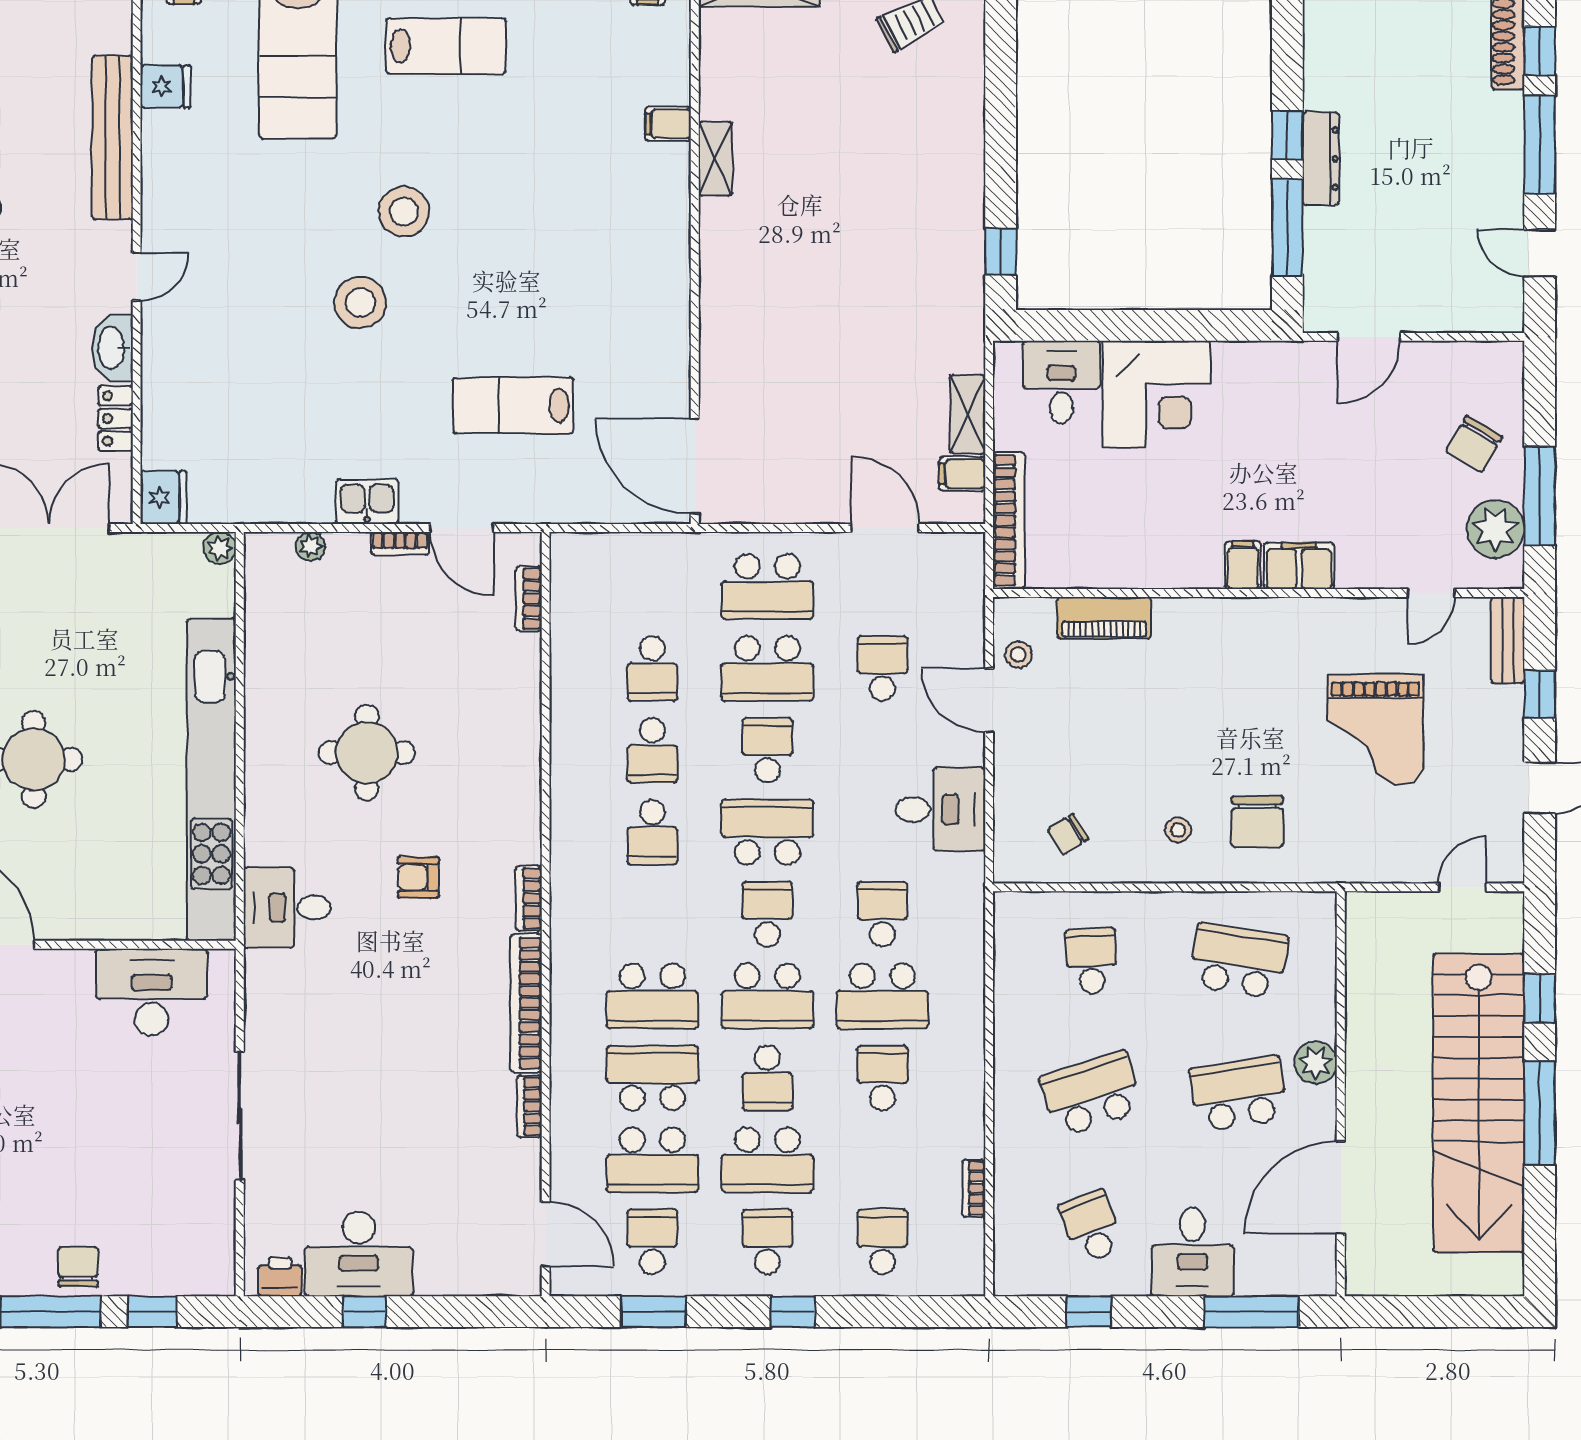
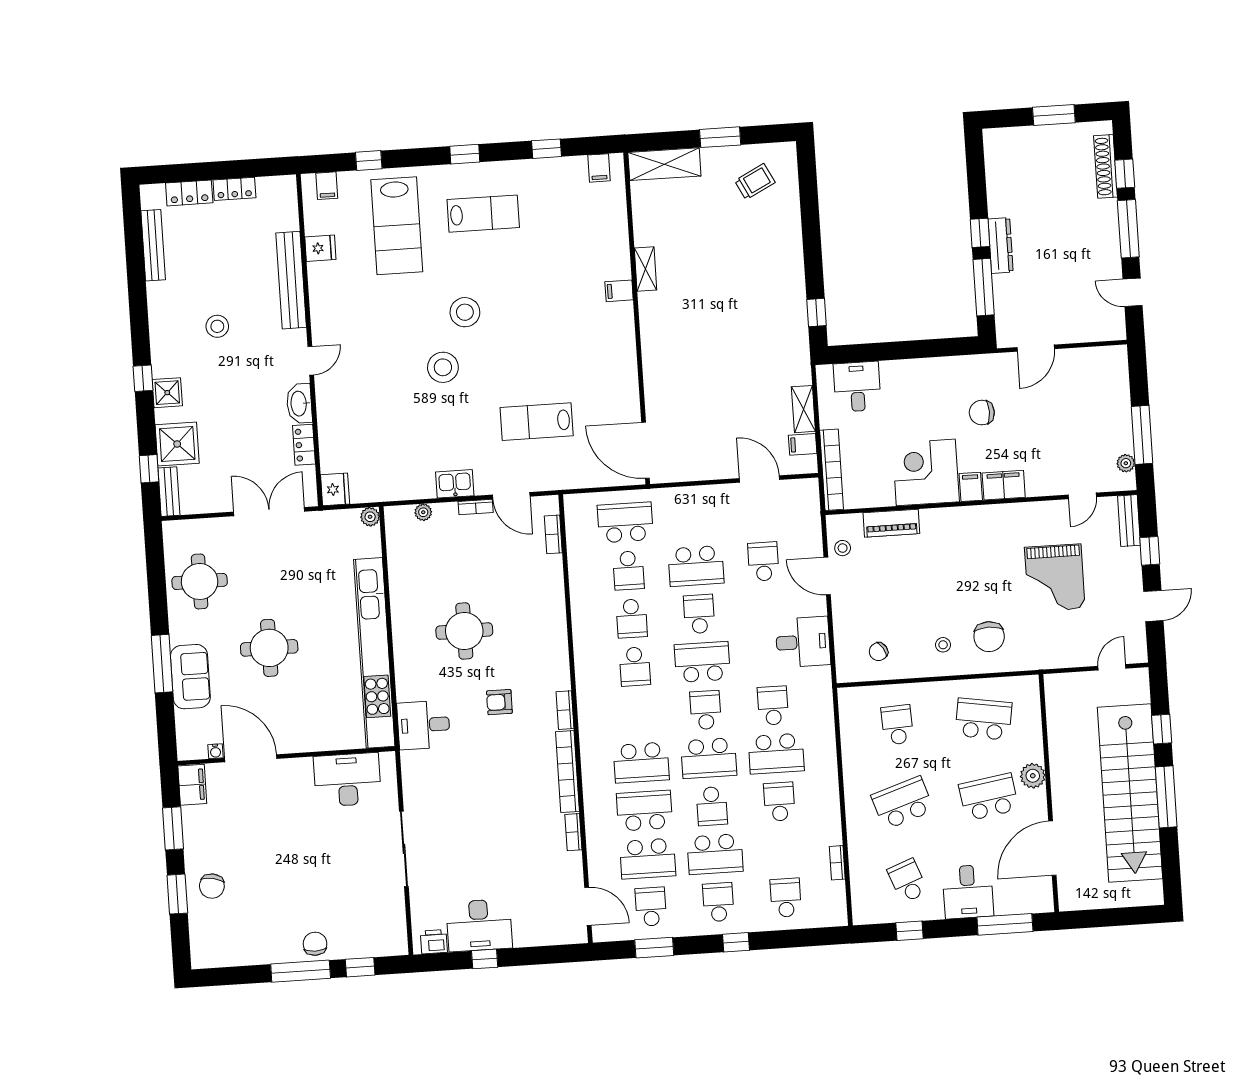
filing cabinet: (668, 124) -> (619, 291), moved
corner desk: (1156, 394) -> (926, 472), moved, turned 180
chair: (1474, 444) -> (982, 413), moved, turned 60
plant: (1495, 529) -> (1126, 463), width x0.53, depth x0.53
school desk: (767, 586) -> (625, 522), moved, turned 180

